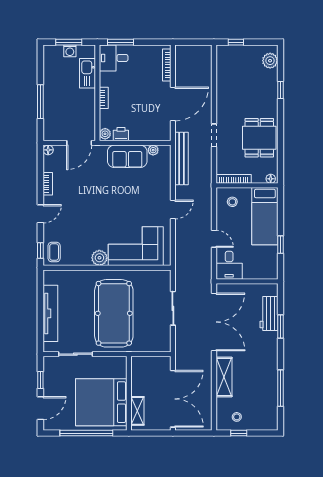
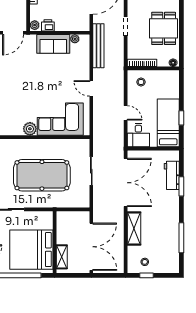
door: (173, 210) -> (91, 88), swing flipped
bed: (265, 216) -> (168, 123), moved, turned 180
pool table: (114, 313) -> (42, 175), turned 90

